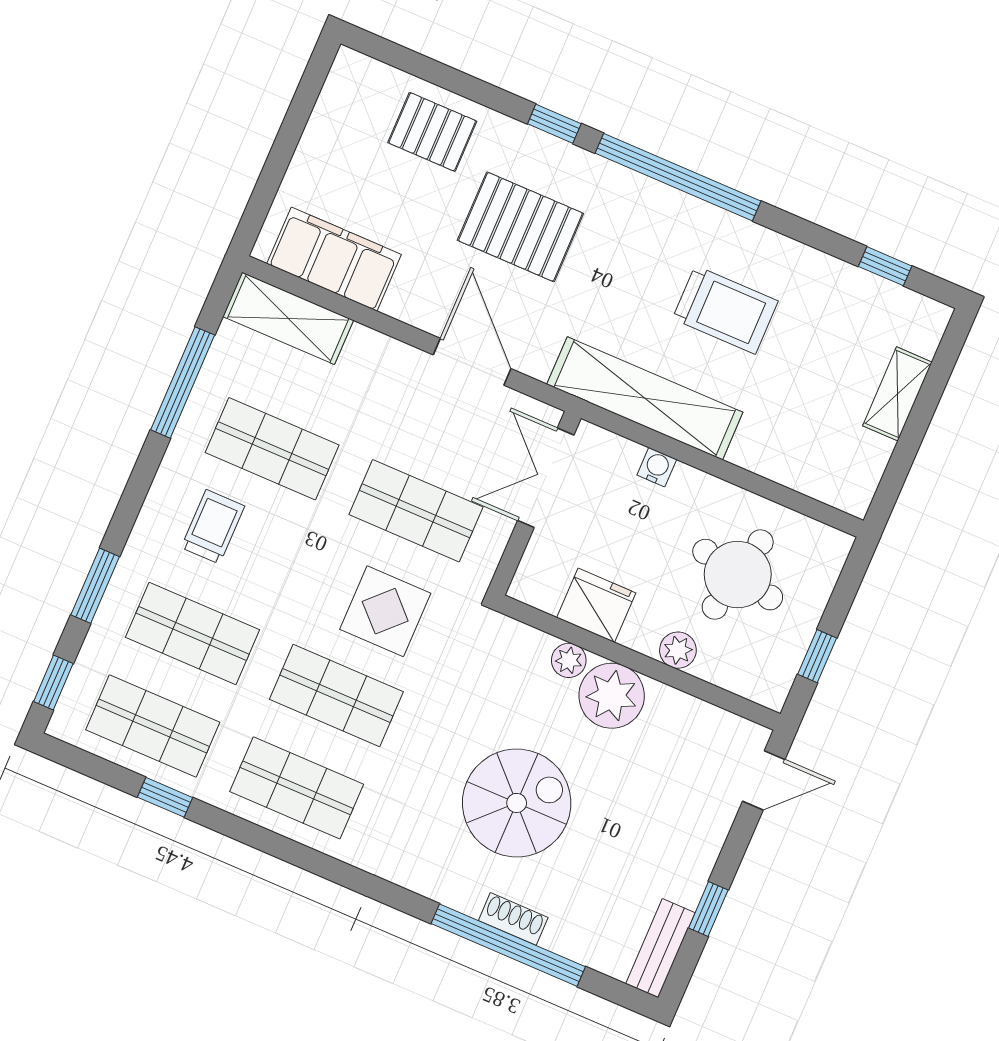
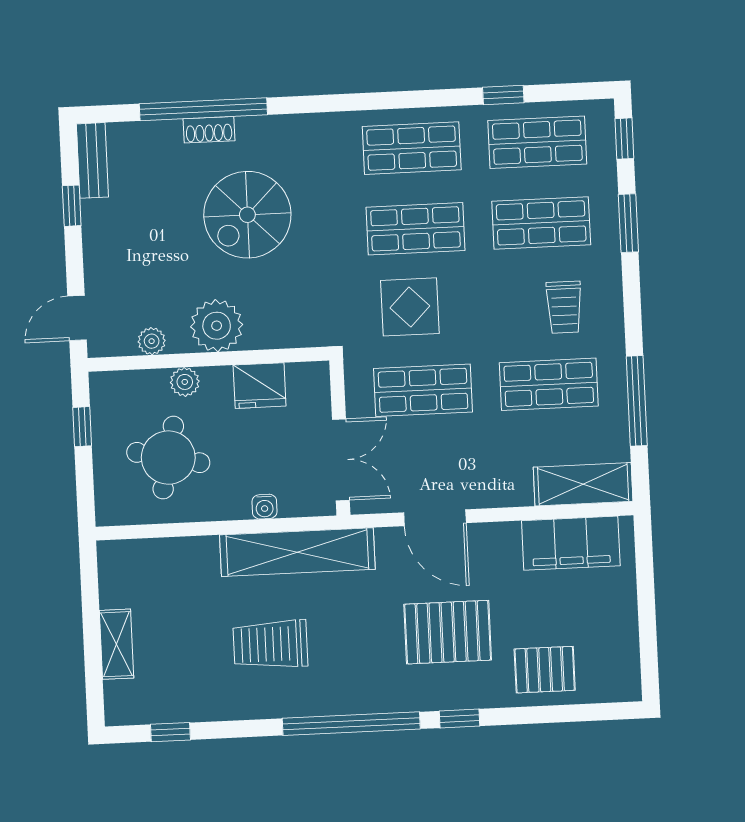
plant: (569, 660) -> (152, 341), moved

